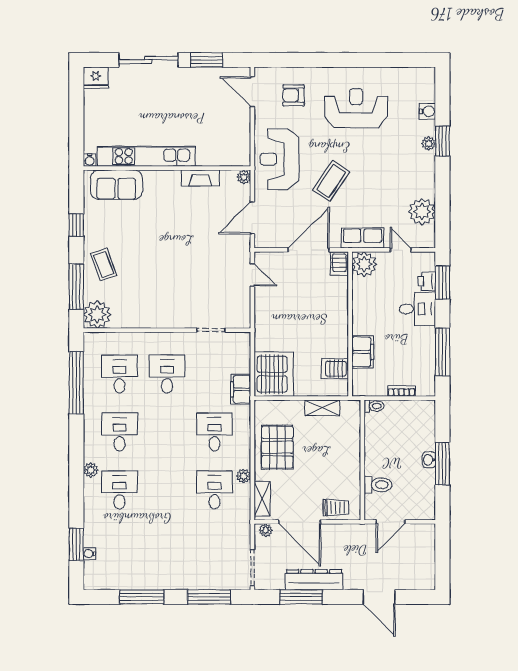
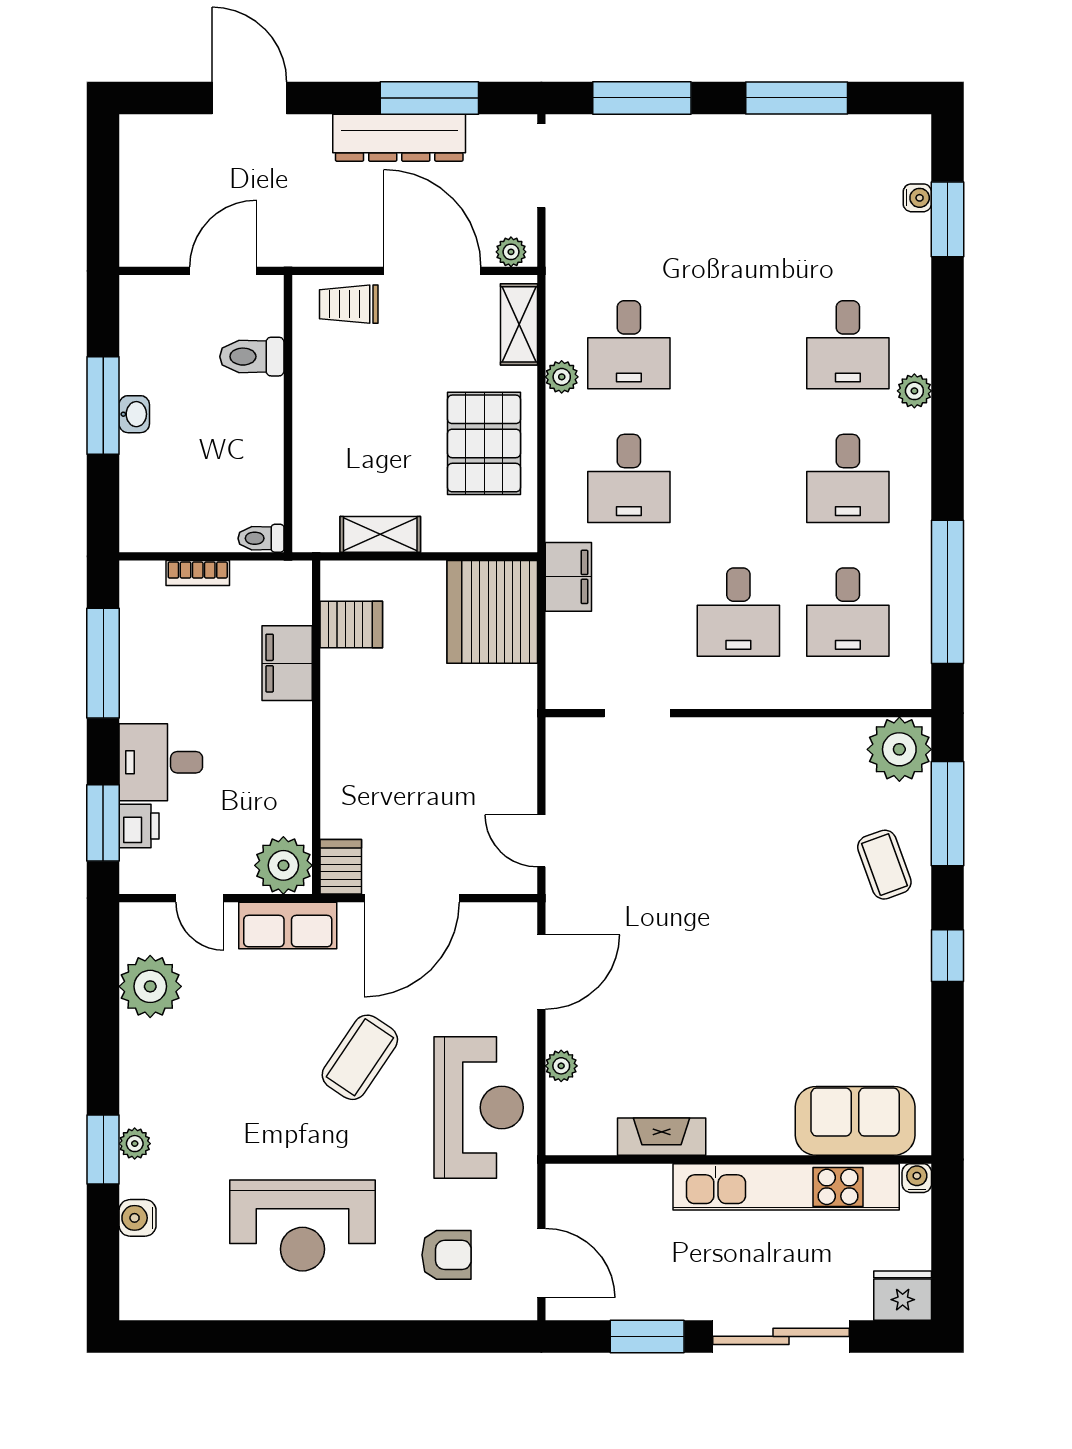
kitchen unit: (146, 156) -> (786, 1187), moved
water cooler: (90, 160) -> (917, 1178), moved
wall: (167, 168) -> (738, 1160), moved
fireplace: (200, 178) -> (662, 1137), moved
sofa: (116, 185) -> (855, 1121), moved

